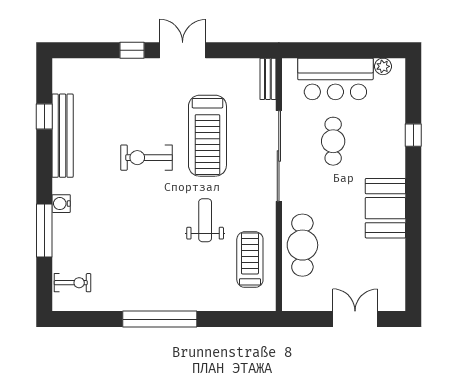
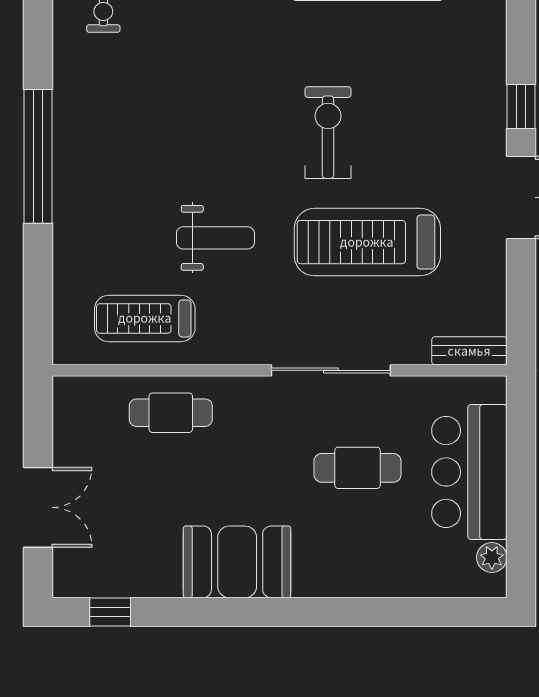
window: (413, 135) -> (110, 612), moved
sliding door: (279, 156) -> (331, 370), width x0.73
cafe table: (302, 245) -> (171, 413), width x0.73, depth x0.74
treadmill: (250, 260) -> (145, 318), turned 180

